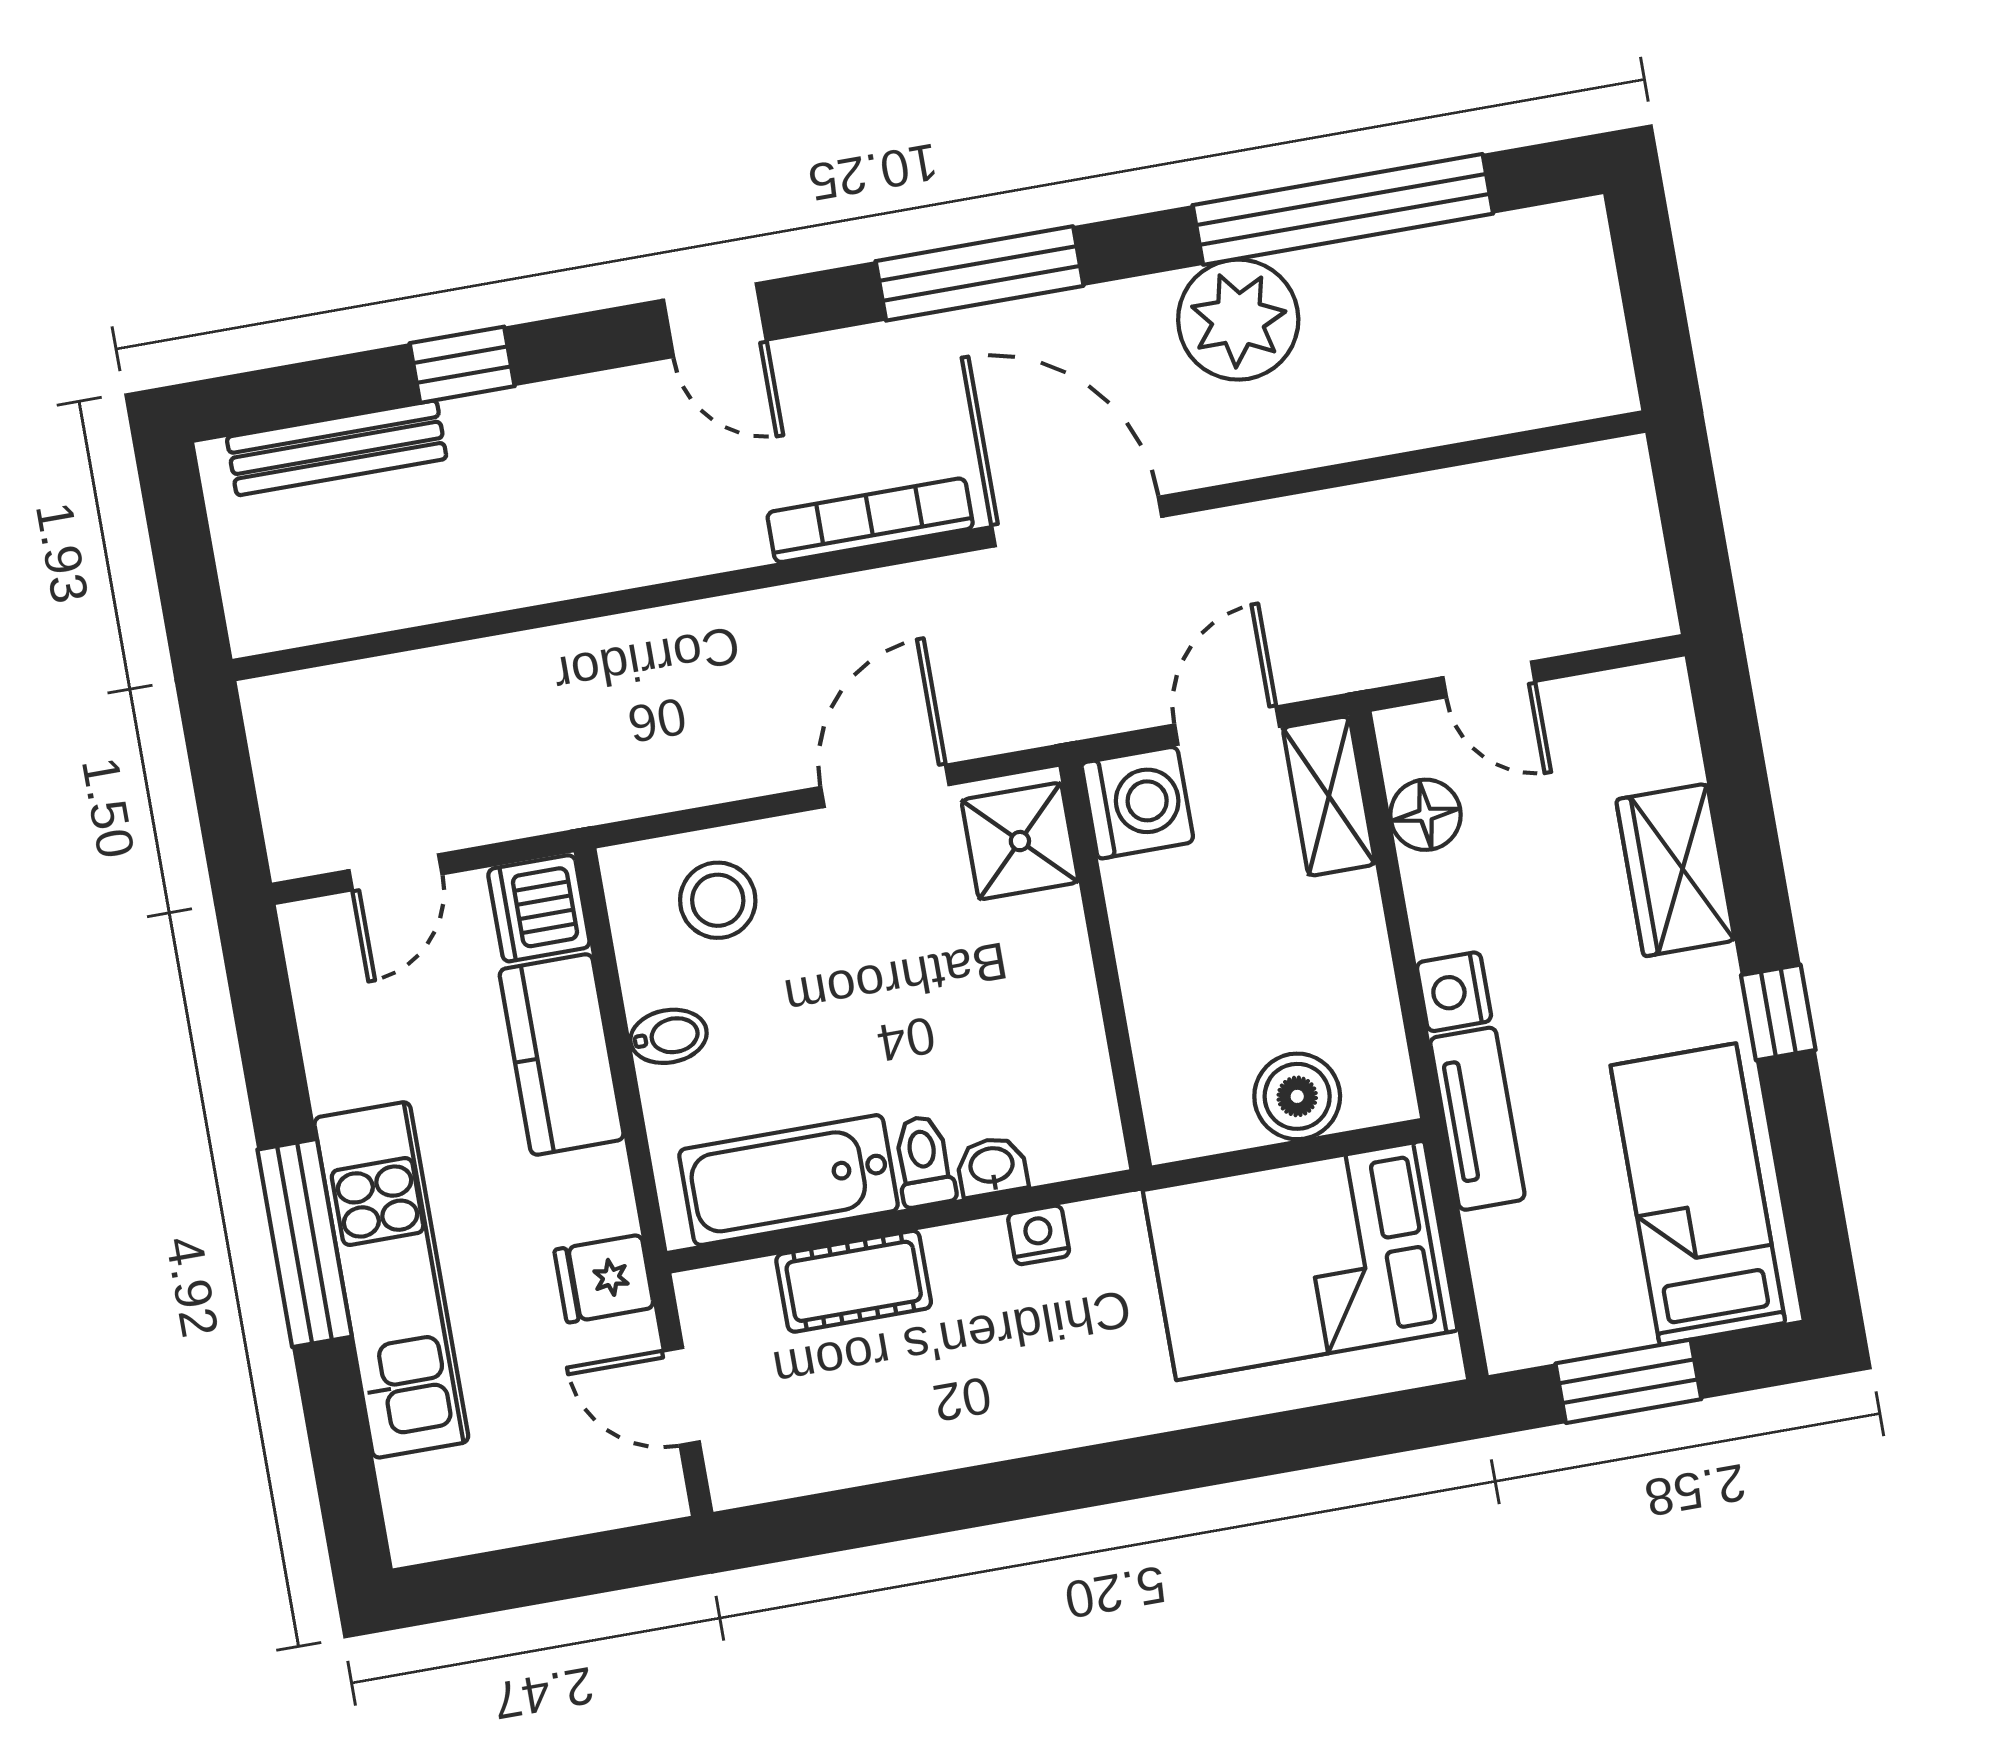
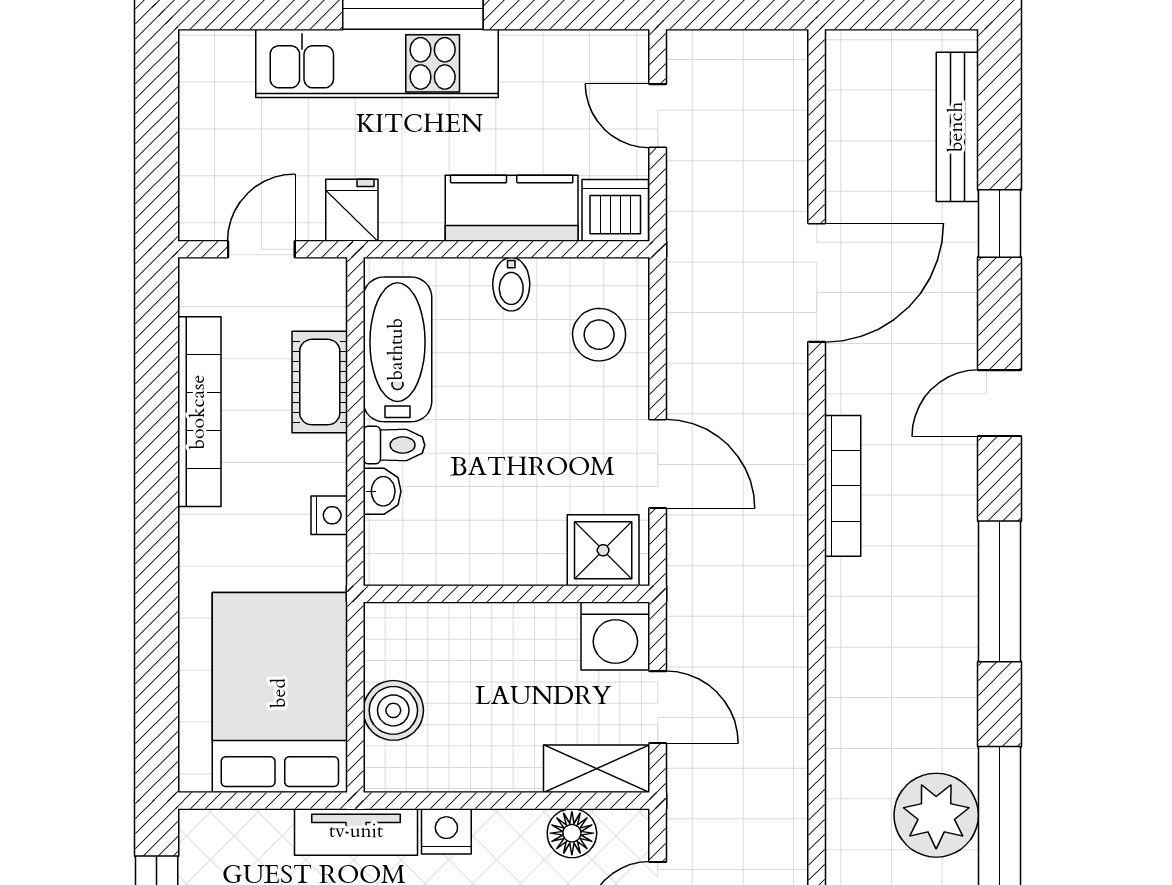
plant: (1238, 320) -> (936, 815), moved
door: (1077, 521) -> (817, 283), moved
bookcase: (925, 1443) -> (199, 412), added

